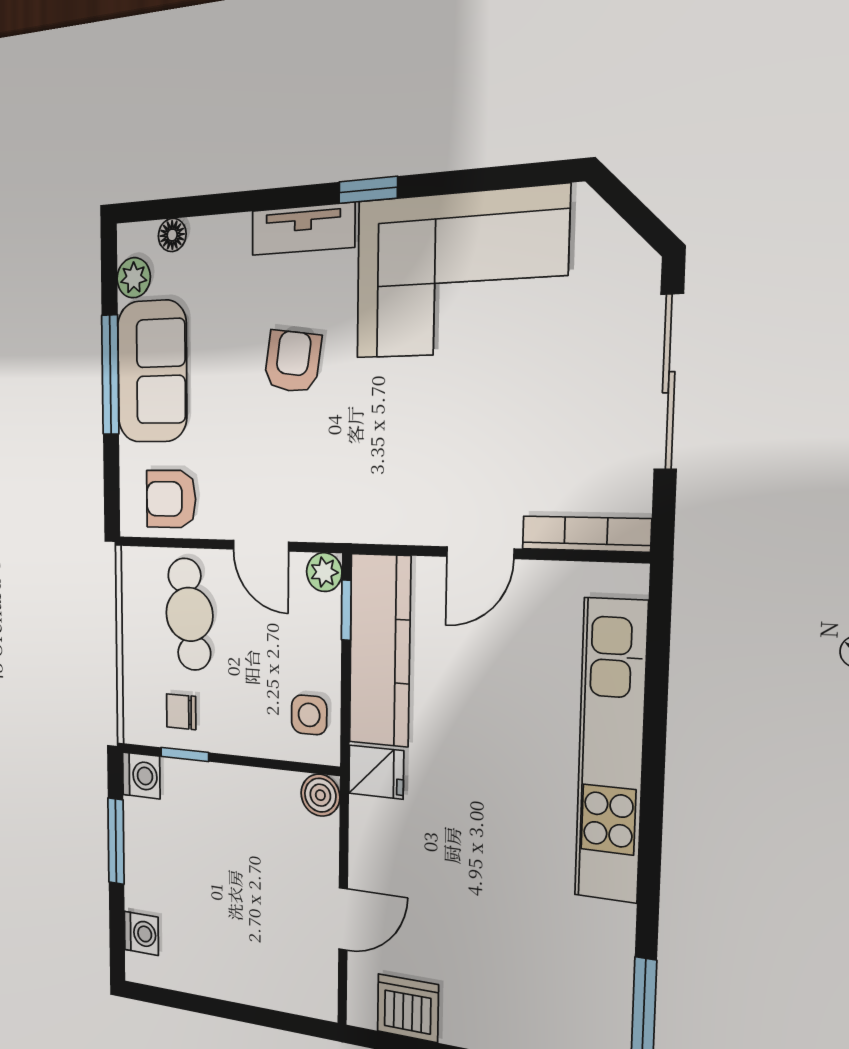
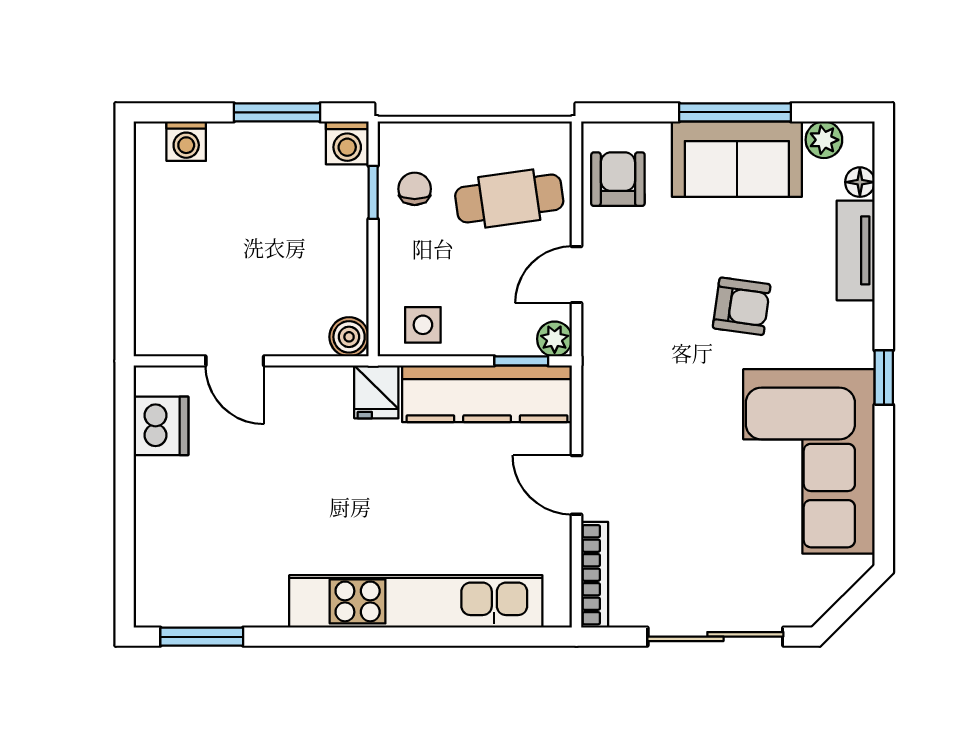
tv unit: (303, 229) -> (856, 250), moved

